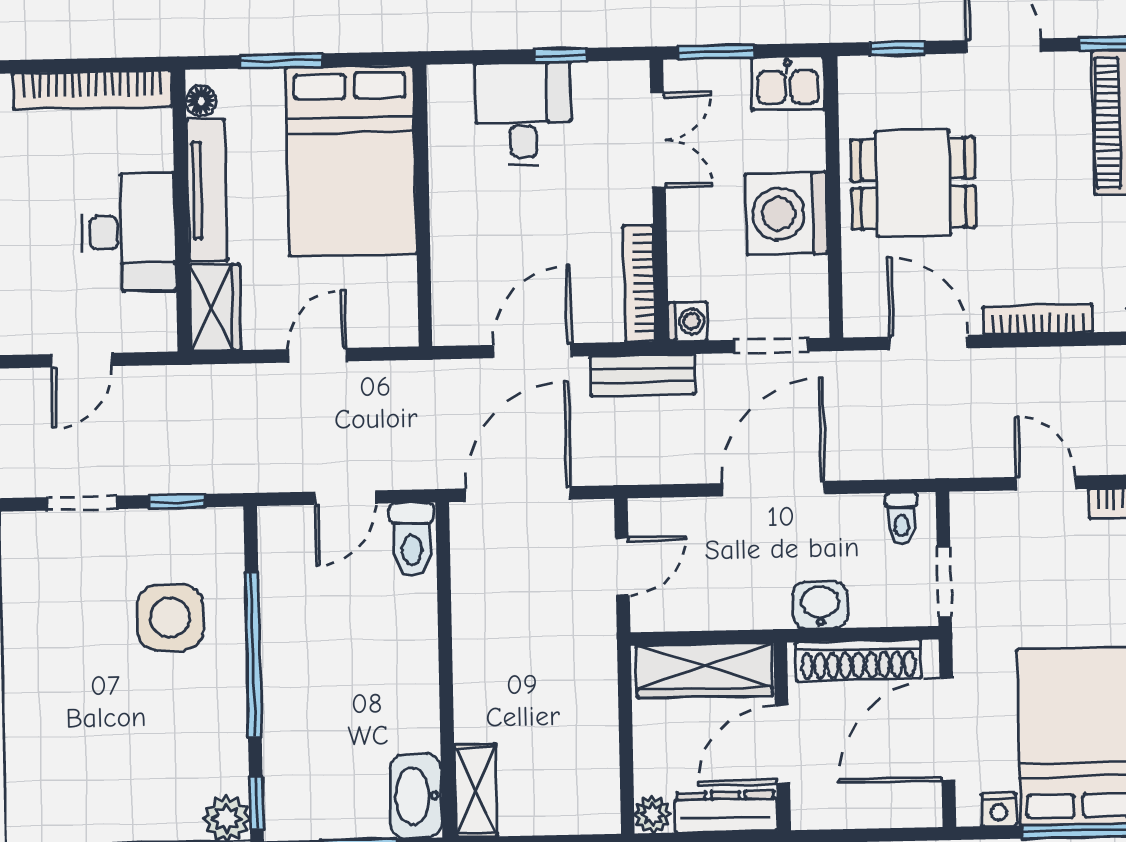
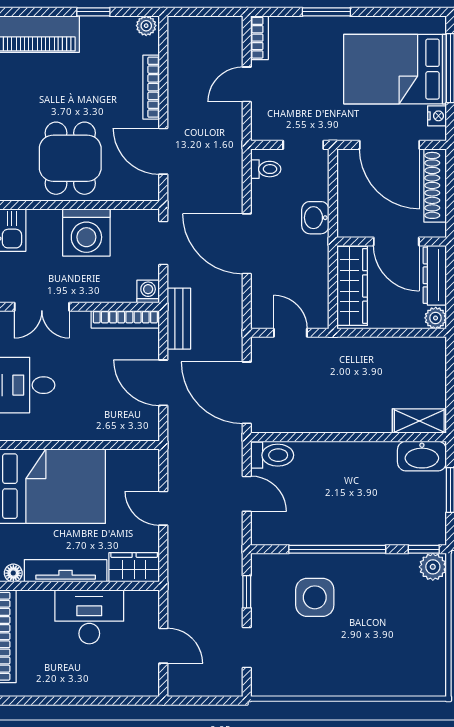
double door: (658, 140) -> (42, 307), swing flipped
door: (928, 342) -> (163, 151), hinge flipped
shoe rack: (858, 660) -> (435, 185), moved, turned 180

